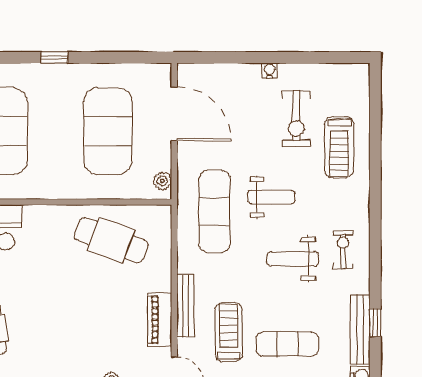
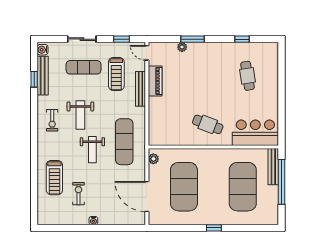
exercise bike: (296, 119) -> (78, 194), width x0.73, depth x0.72
treadmill: (339, 147) -> (54, 178), turned 180
weight bench: (271, 197) -> (92, 150), turned -90
cafe table: (111, 240) -> (208, 124), moved, width x0.73, depth x0.74
weight bench: (293, 259) -> (80, 115), turned 90

